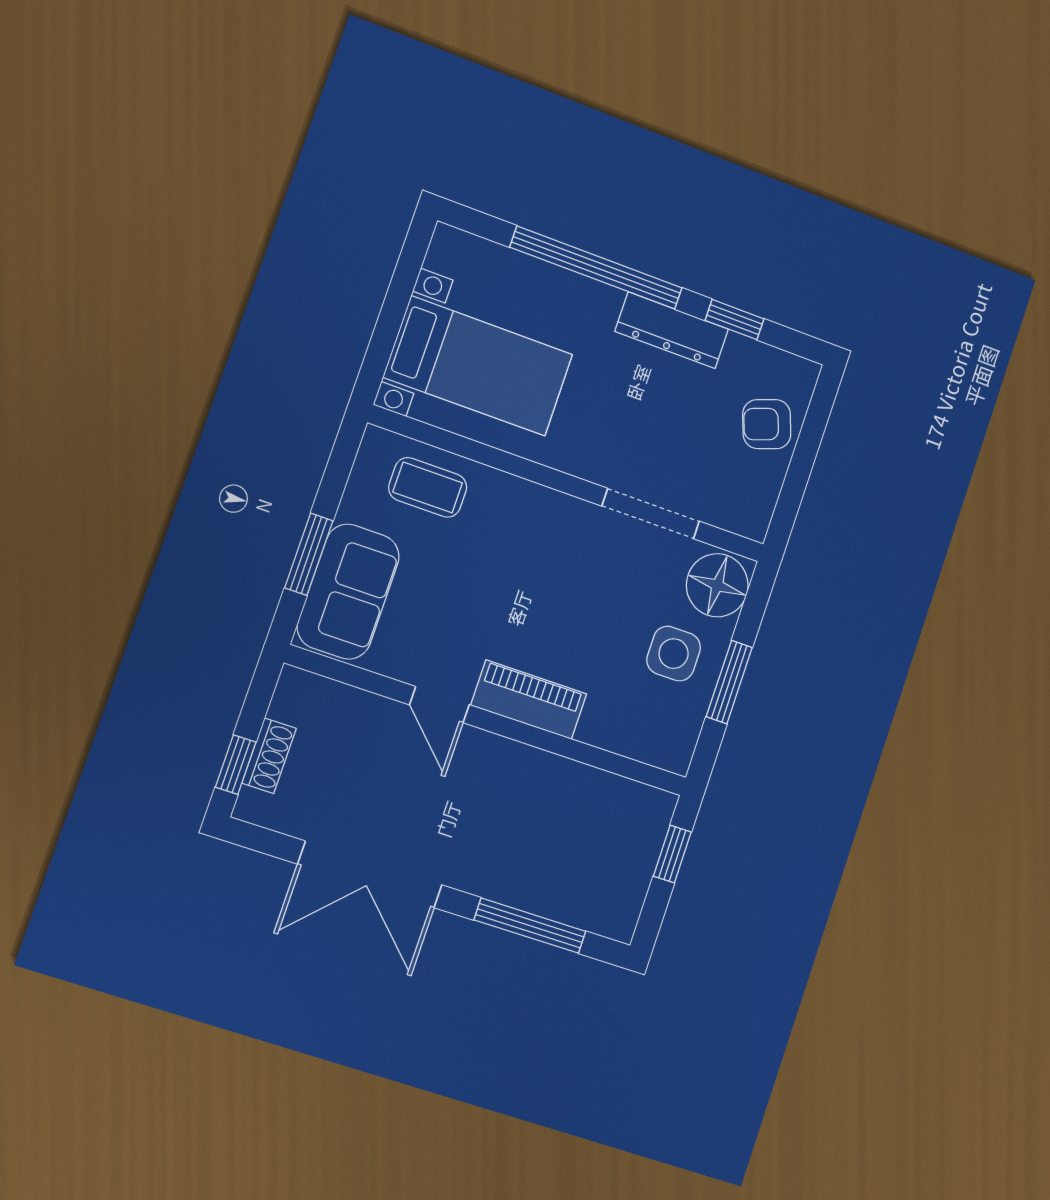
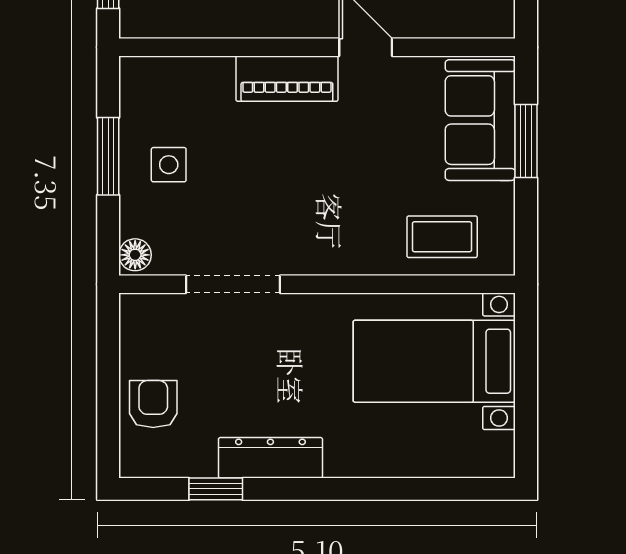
window: (596, 268) -> (359, 489), removed
armchair: (767, 424) -> (153, 404), turned -70
floor lamp: (717, 585) -> (135, 255), width x0.53, depth x0.53
side table: (674, 654) -> (169, 165), width x0.73, depth x0.73

